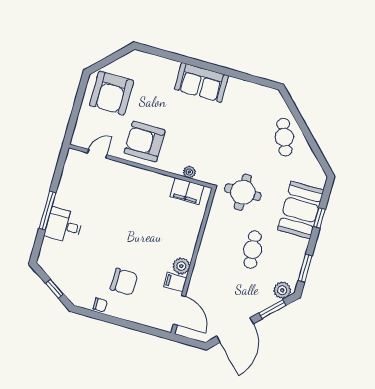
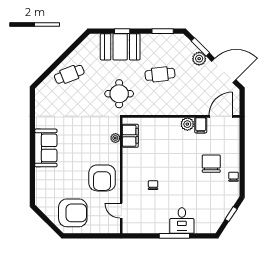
chair: (118, 202) -> (153, 185), added
plant: (282, 290) -> (199, 59), moved

